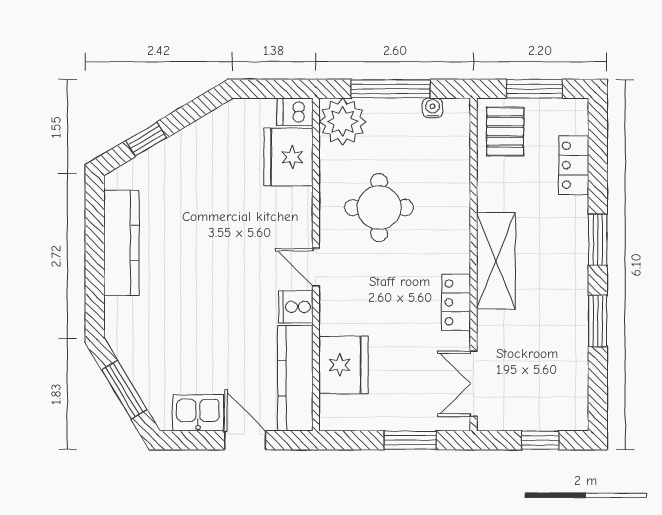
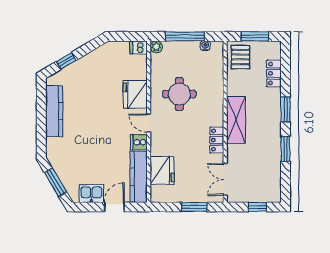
plant: (343, 121) -> (156, 47), width x0.53, depth x0.53
fridge: (288, 157) -> (135, 95), moved
door: (245, 440) -> (114, 207), hinge flipped

